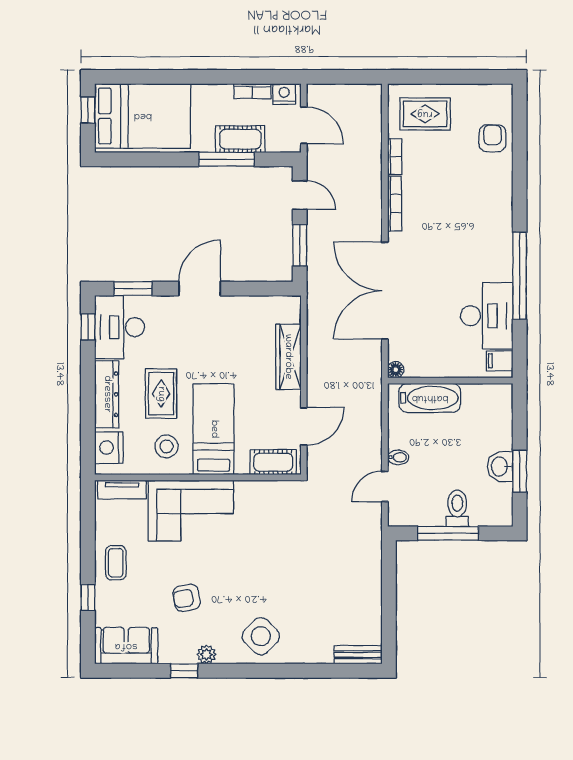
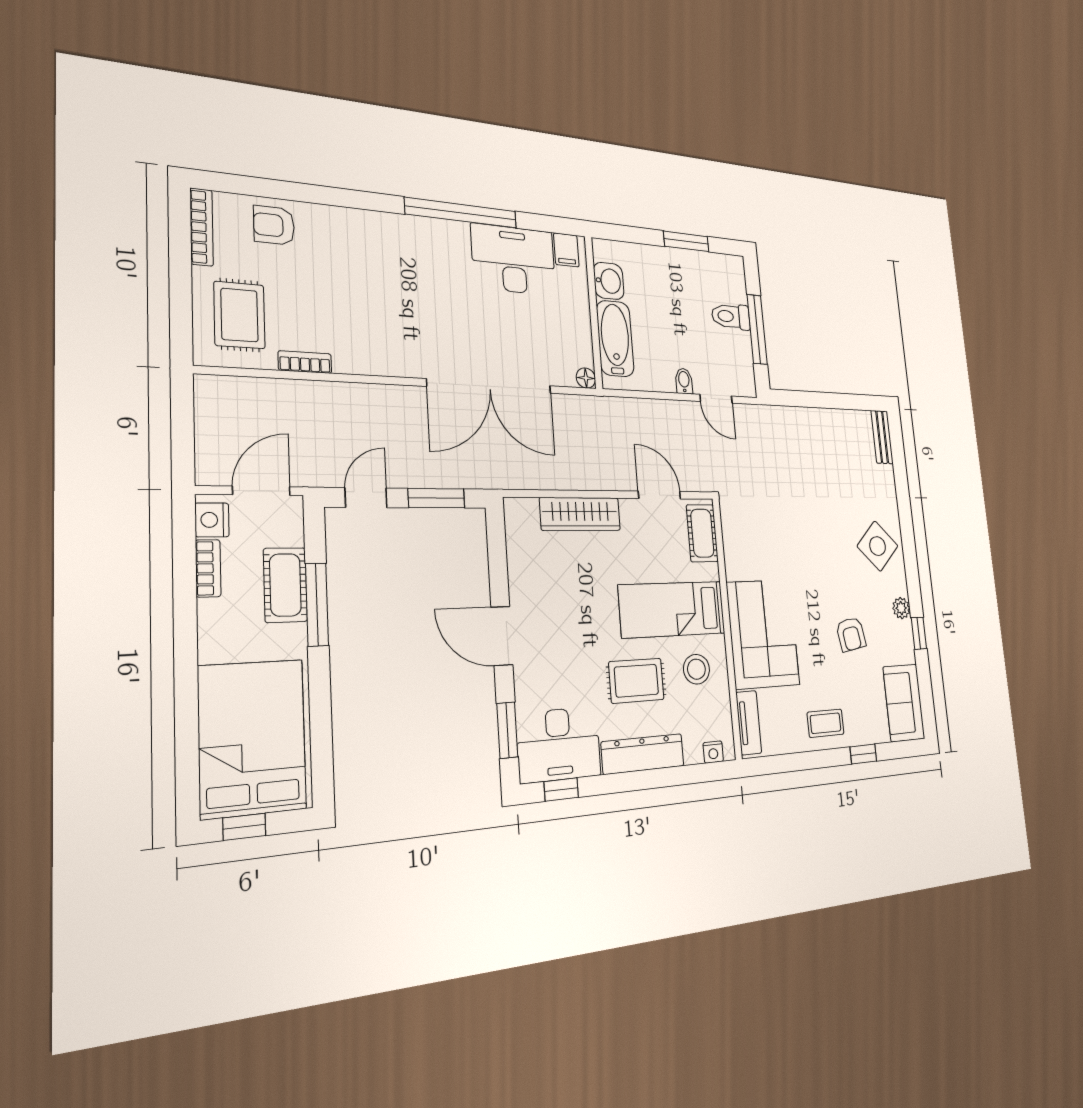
bookcase: (395, 204) -> (202, 227), moved, turned 90
nightstand: (109, 448) -> (713, 752), width x0.53, depth x0.56
washbasin: (500, 467) -> (609, 281), moved, turned -90

